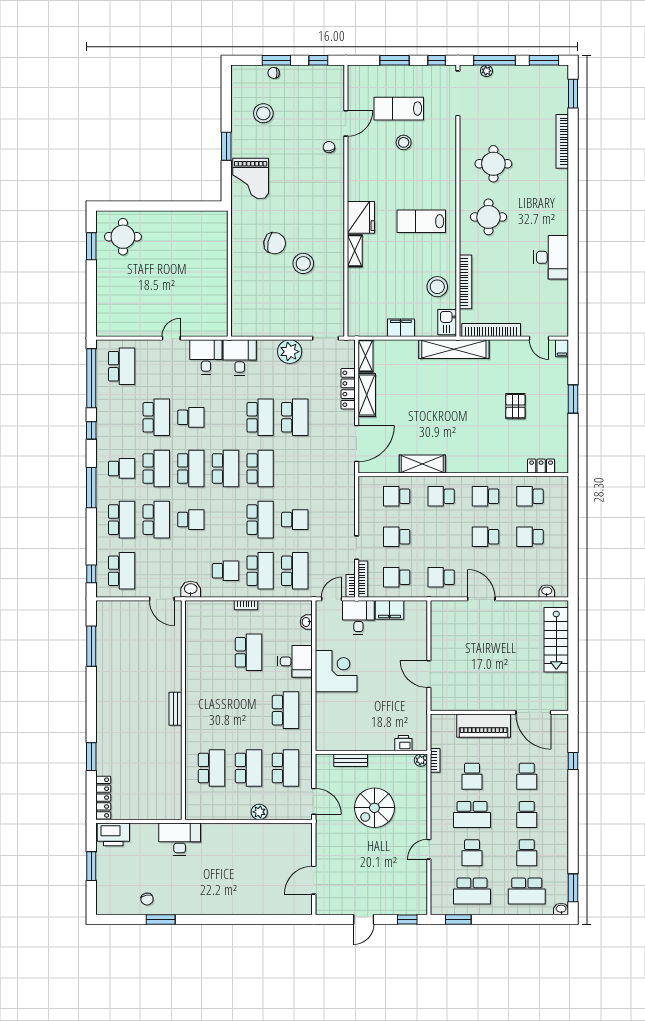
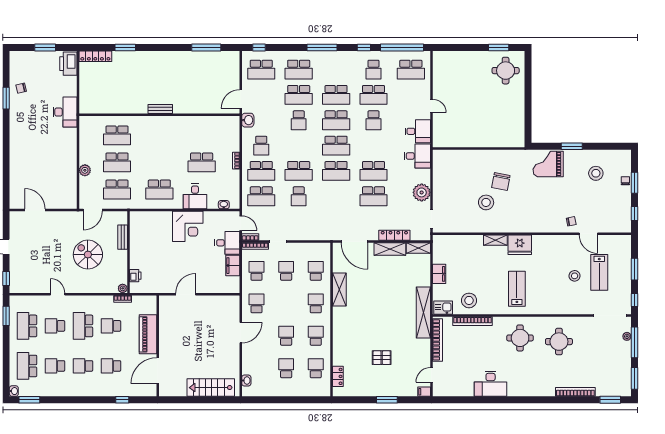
lab bench: (399, 109) -> (599, 272), turned 180
school desk: (122, 468) -> (373, 70), moved

